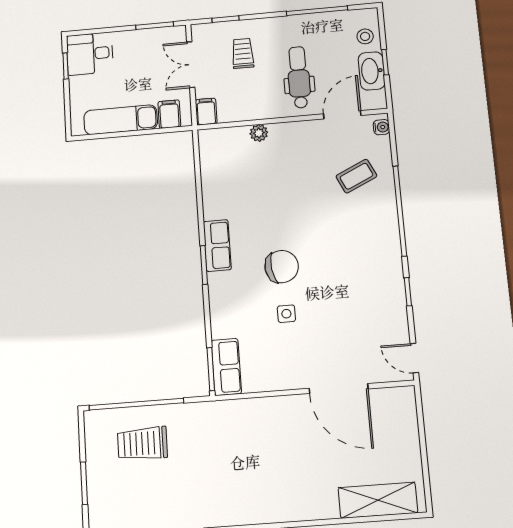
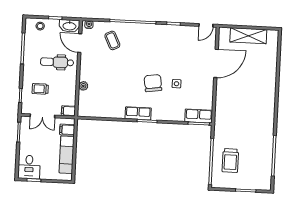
washbasin: (372, 71) -> (69, 26), moved
shelving: (378, 500) -> (248, 36), moved, turned 90

